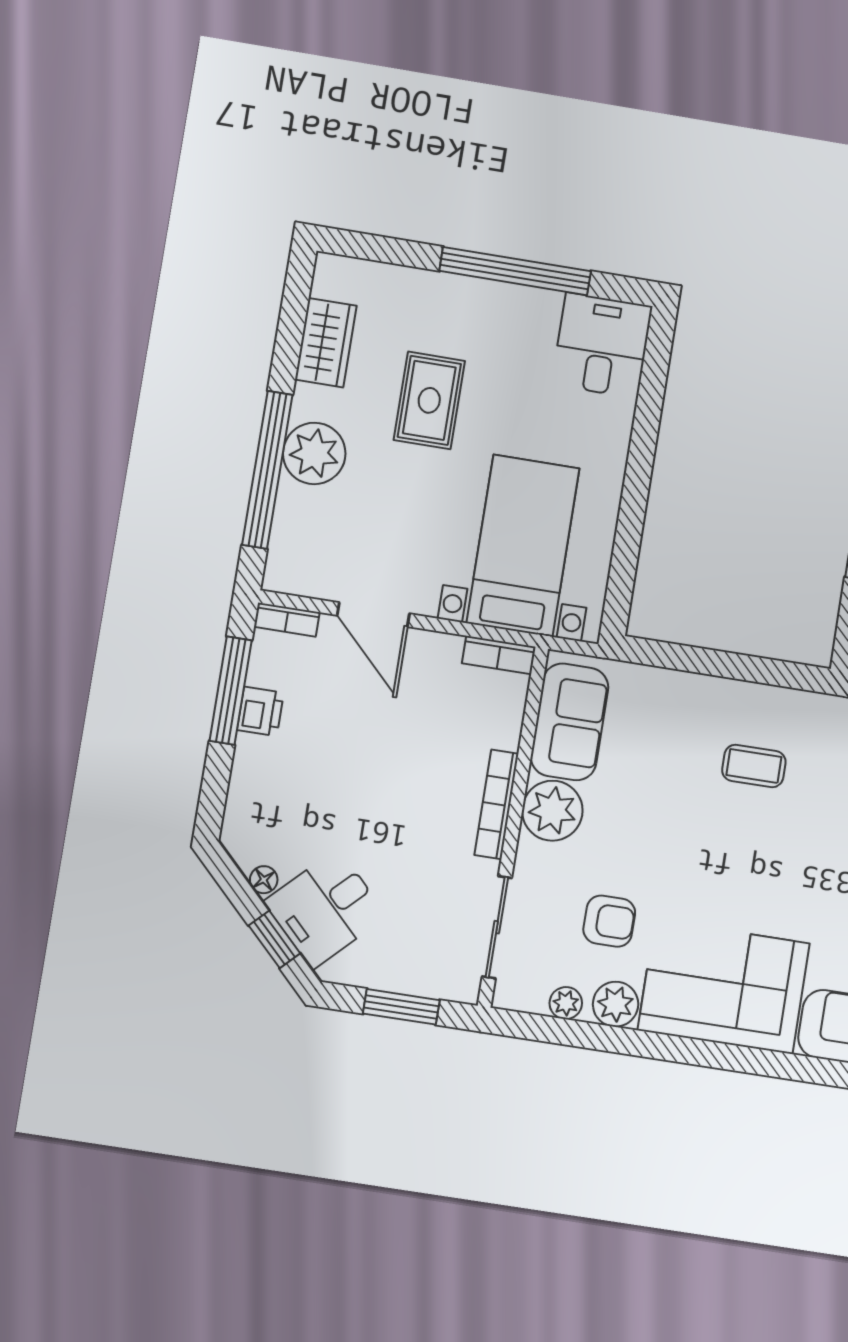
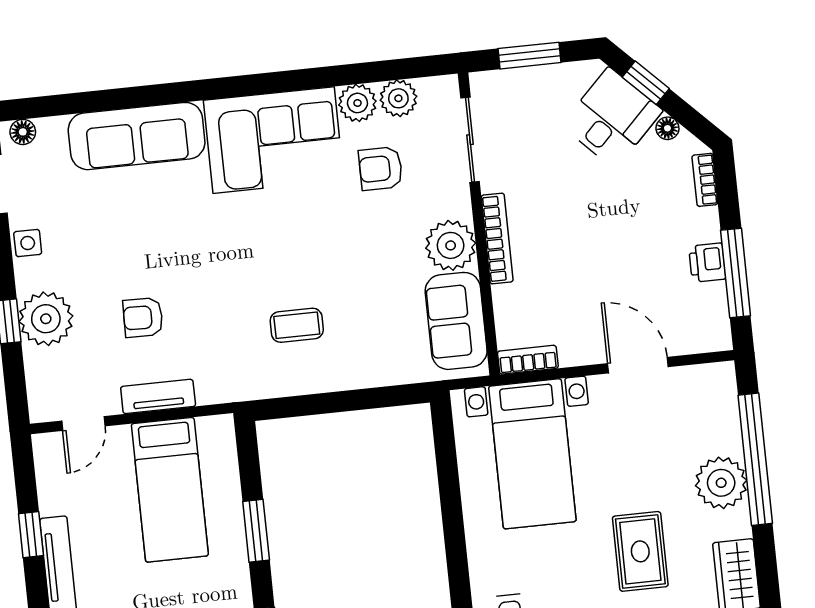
bookcase: (287, 620) -> (705, 180), moved, turned -90
plant: (566, 1003) -> (398, 98), width x1.38, depth x1.38

